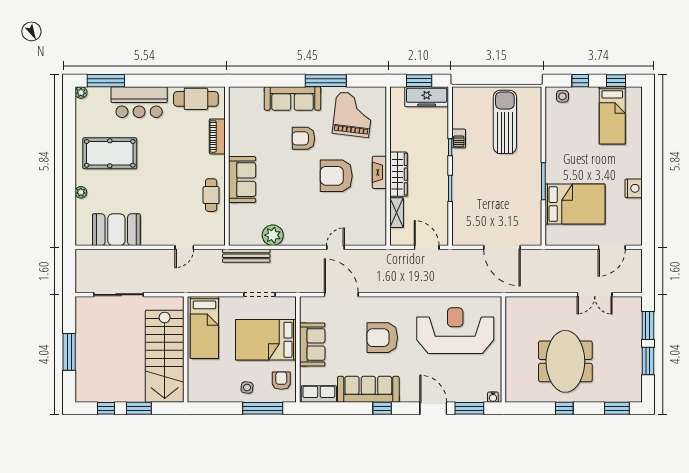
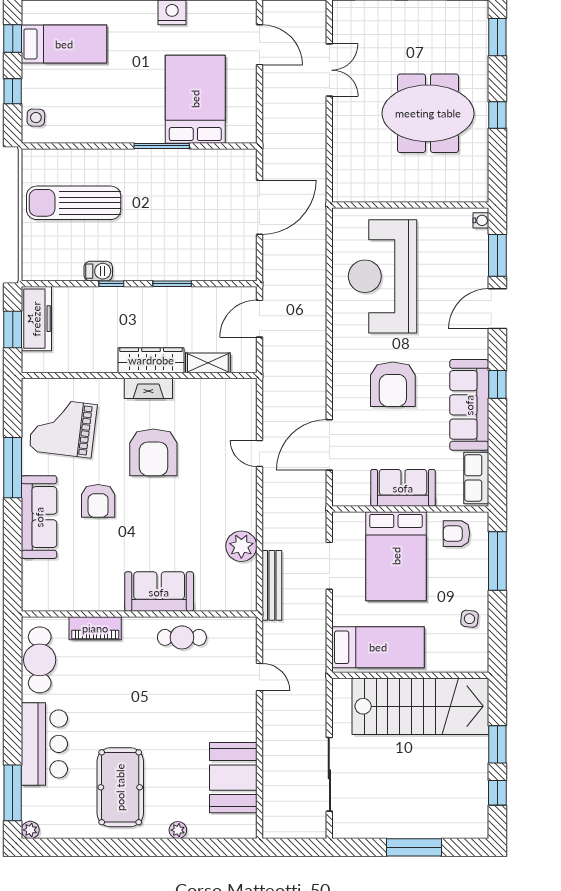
side table: (247, 388) -> (470, 619), moved

